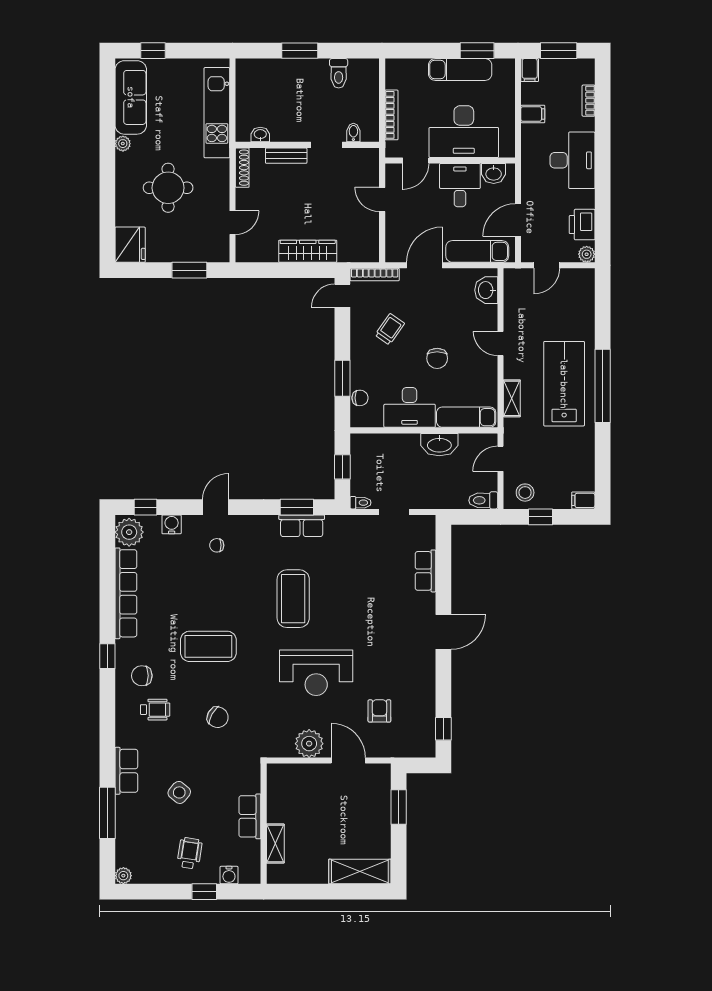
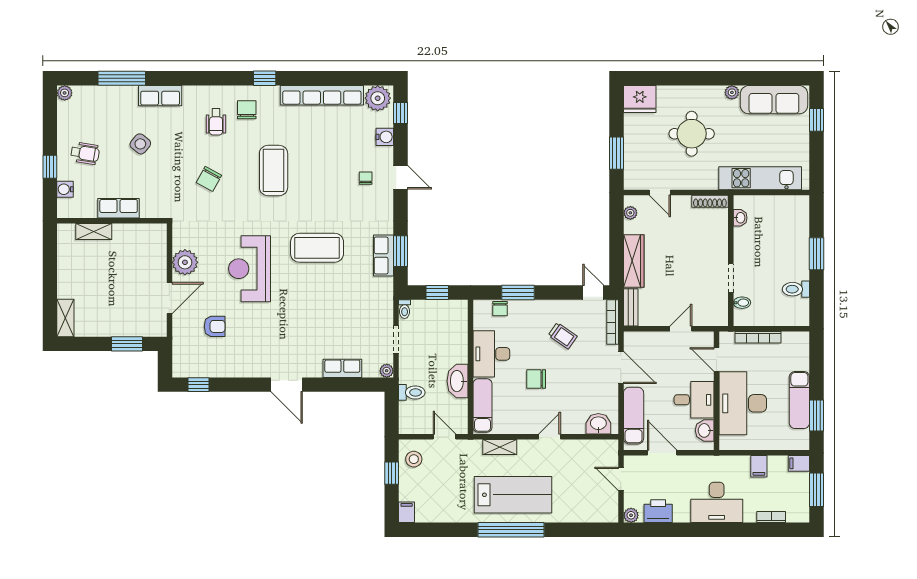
bench: (286, 156) -> (631, 307), moved
plant: (255, 255) -> (630, 213), added
toilet: (483, 500) -> (412, 392), moved, turned 90
plant: (428, 522) -> (387, 371), added
shelving: (360, 871) -> (65, 318), width x0.67, depth x0.75

